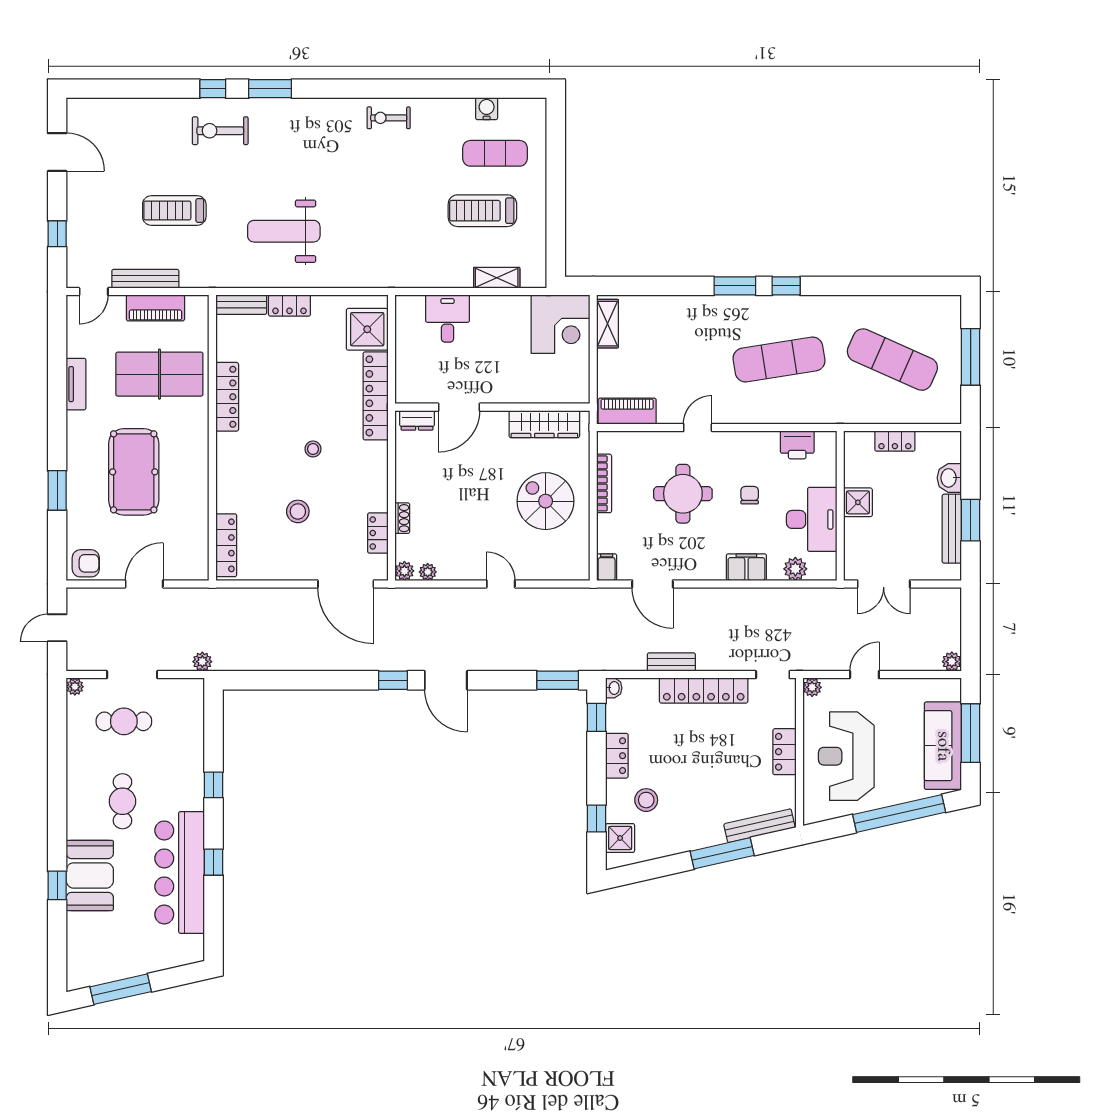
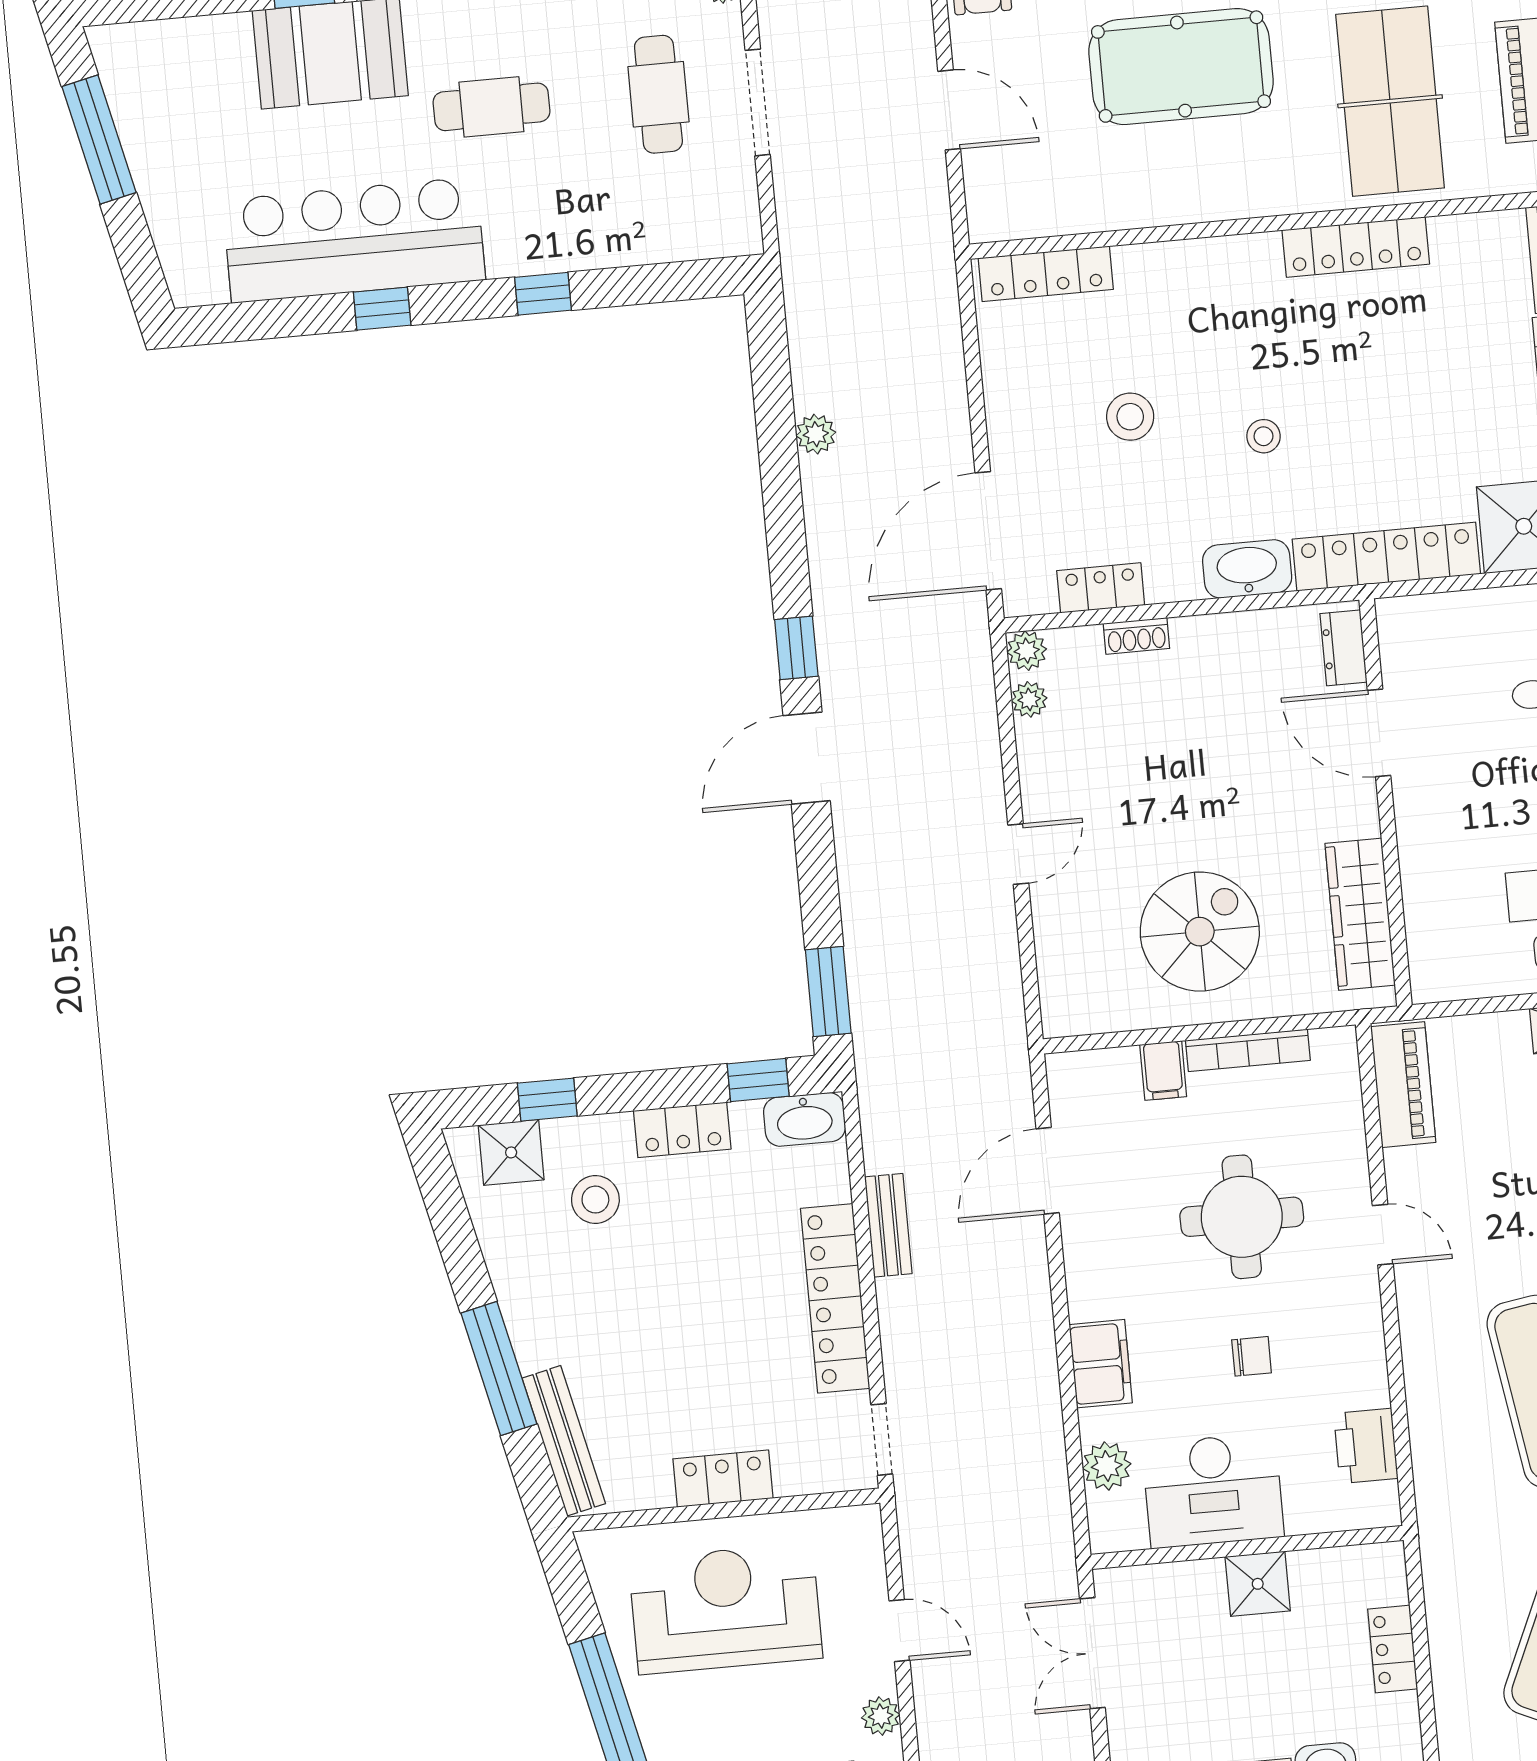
washbasin: (375, 463) -> (1247, 569), added
filing cabinet: (607, 567) -> (1163, 1071), moved, turned 90
plant: (202, 662) -> (816, 434), moved
plant: (812, 687) -> (881, 1716), moved
washbasin: (614, 688) -> (805, 1119), width x1.91, depth x1.45

